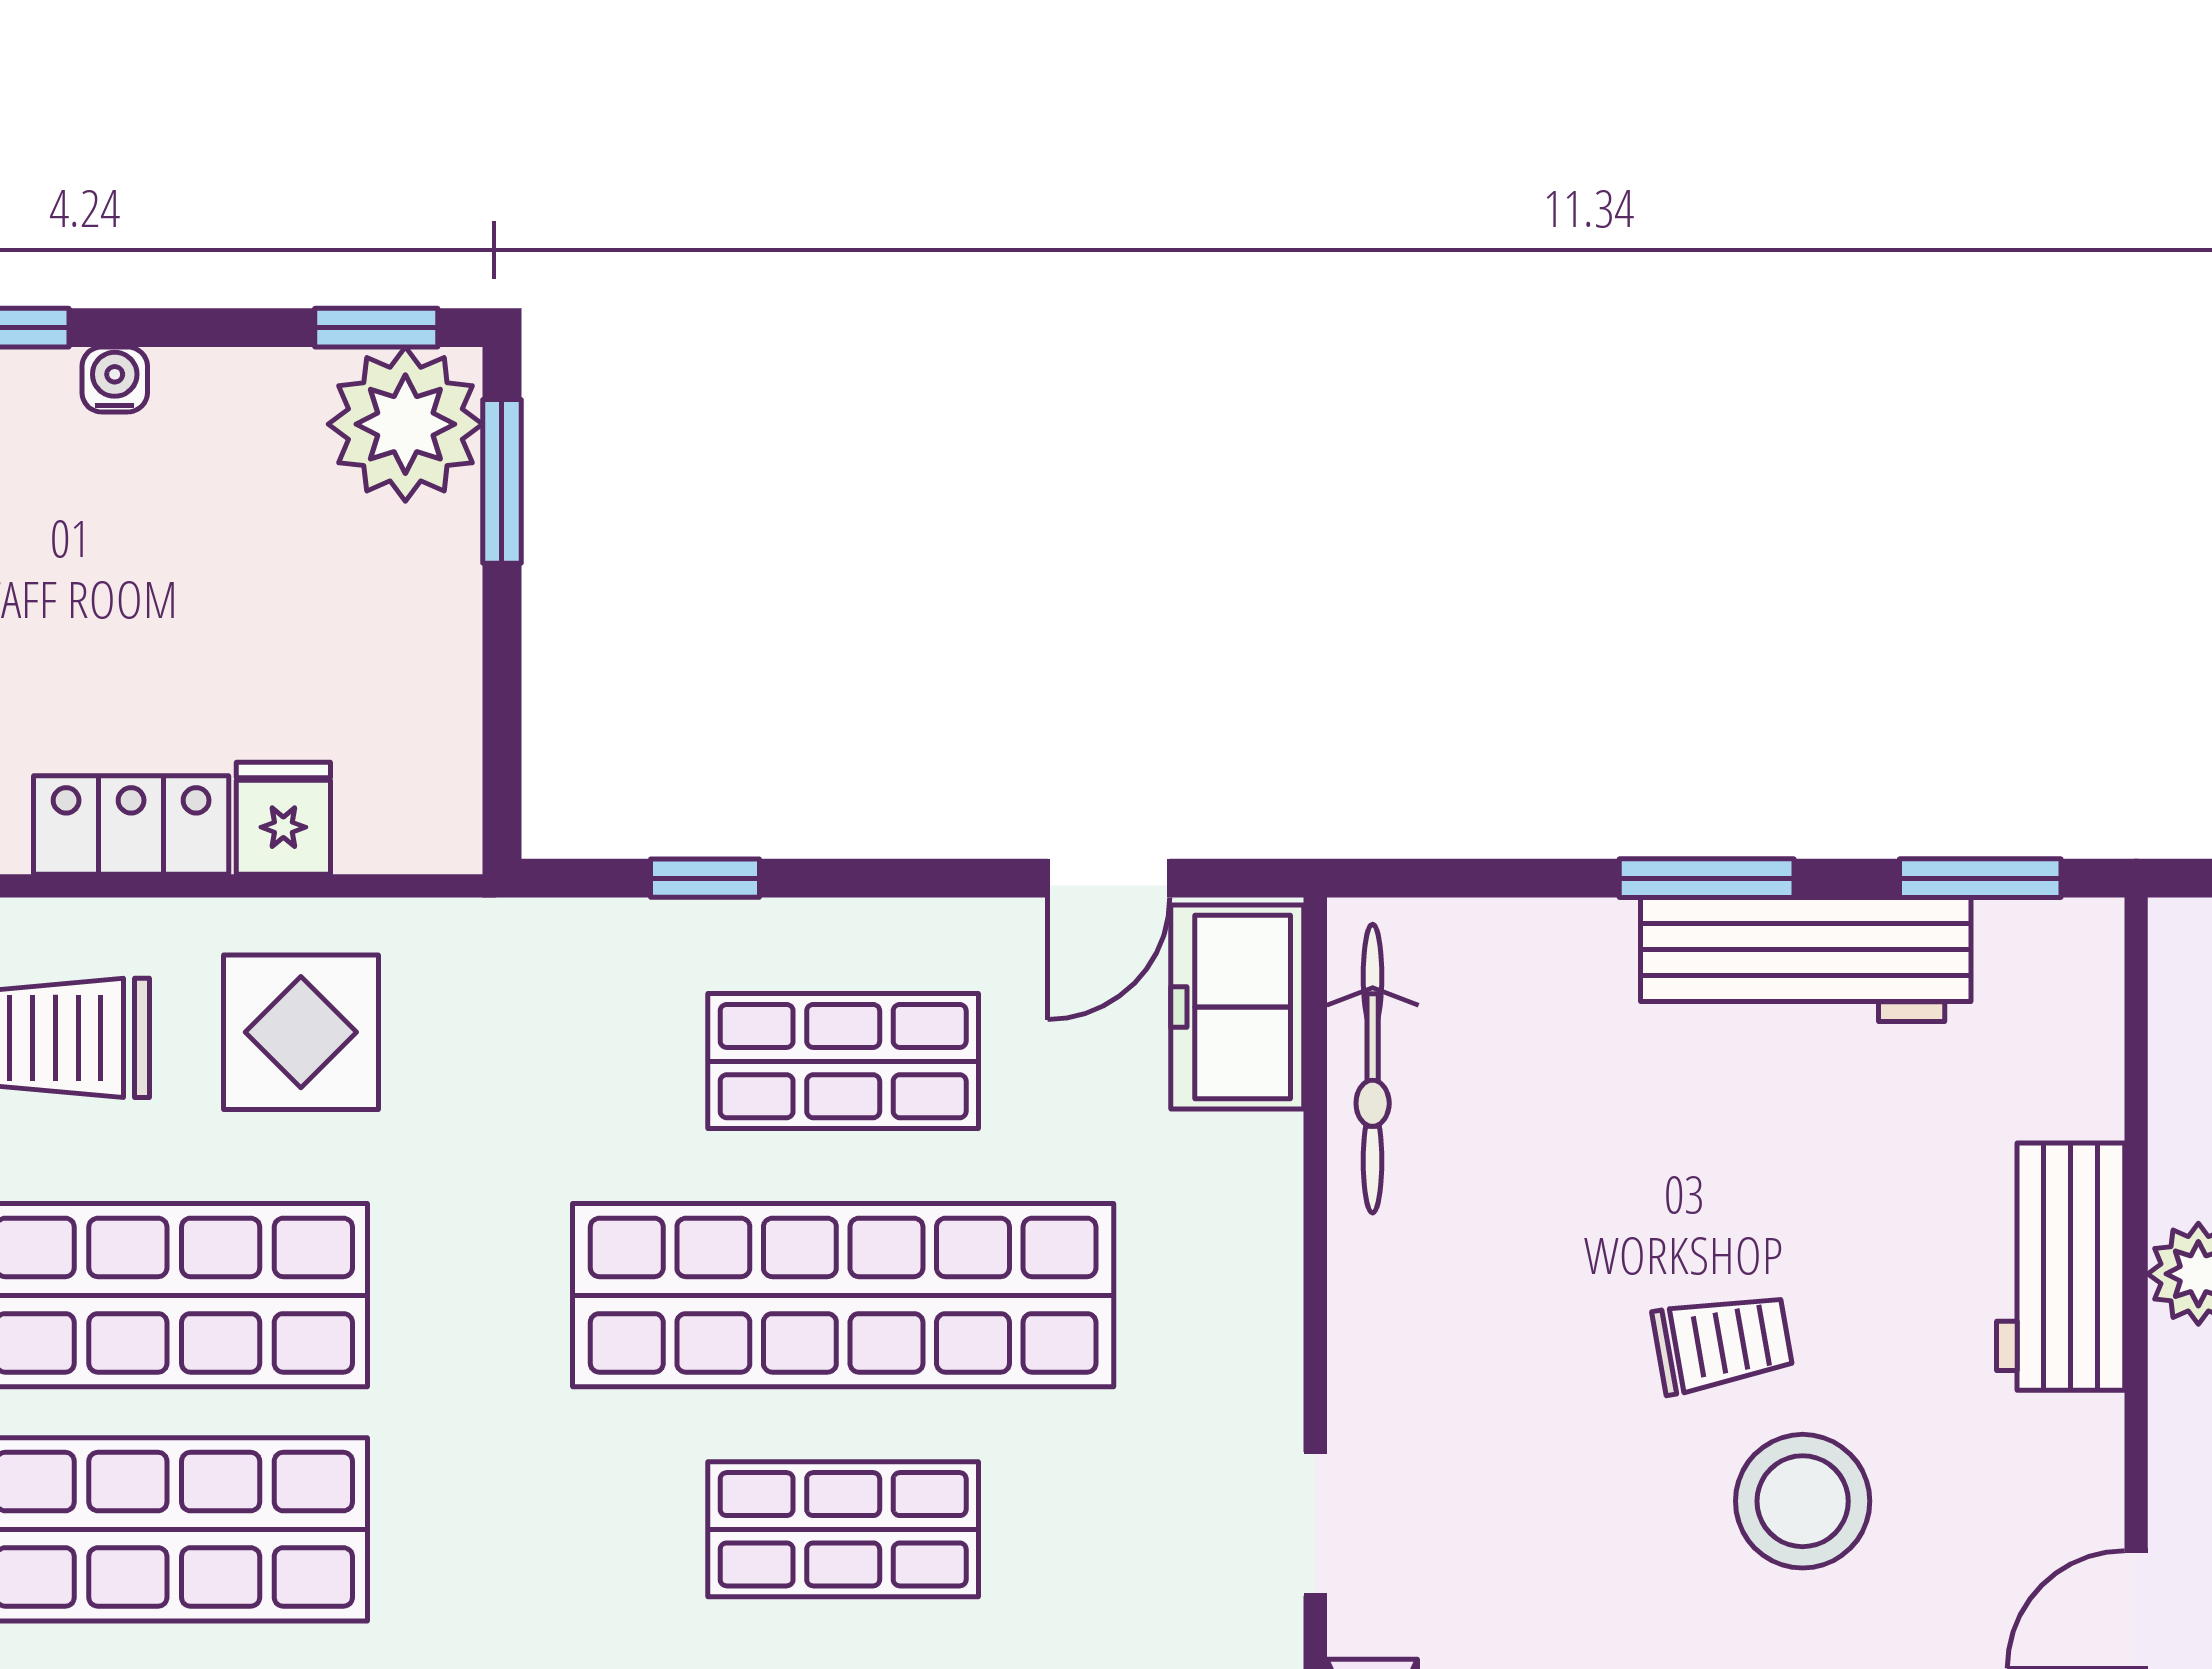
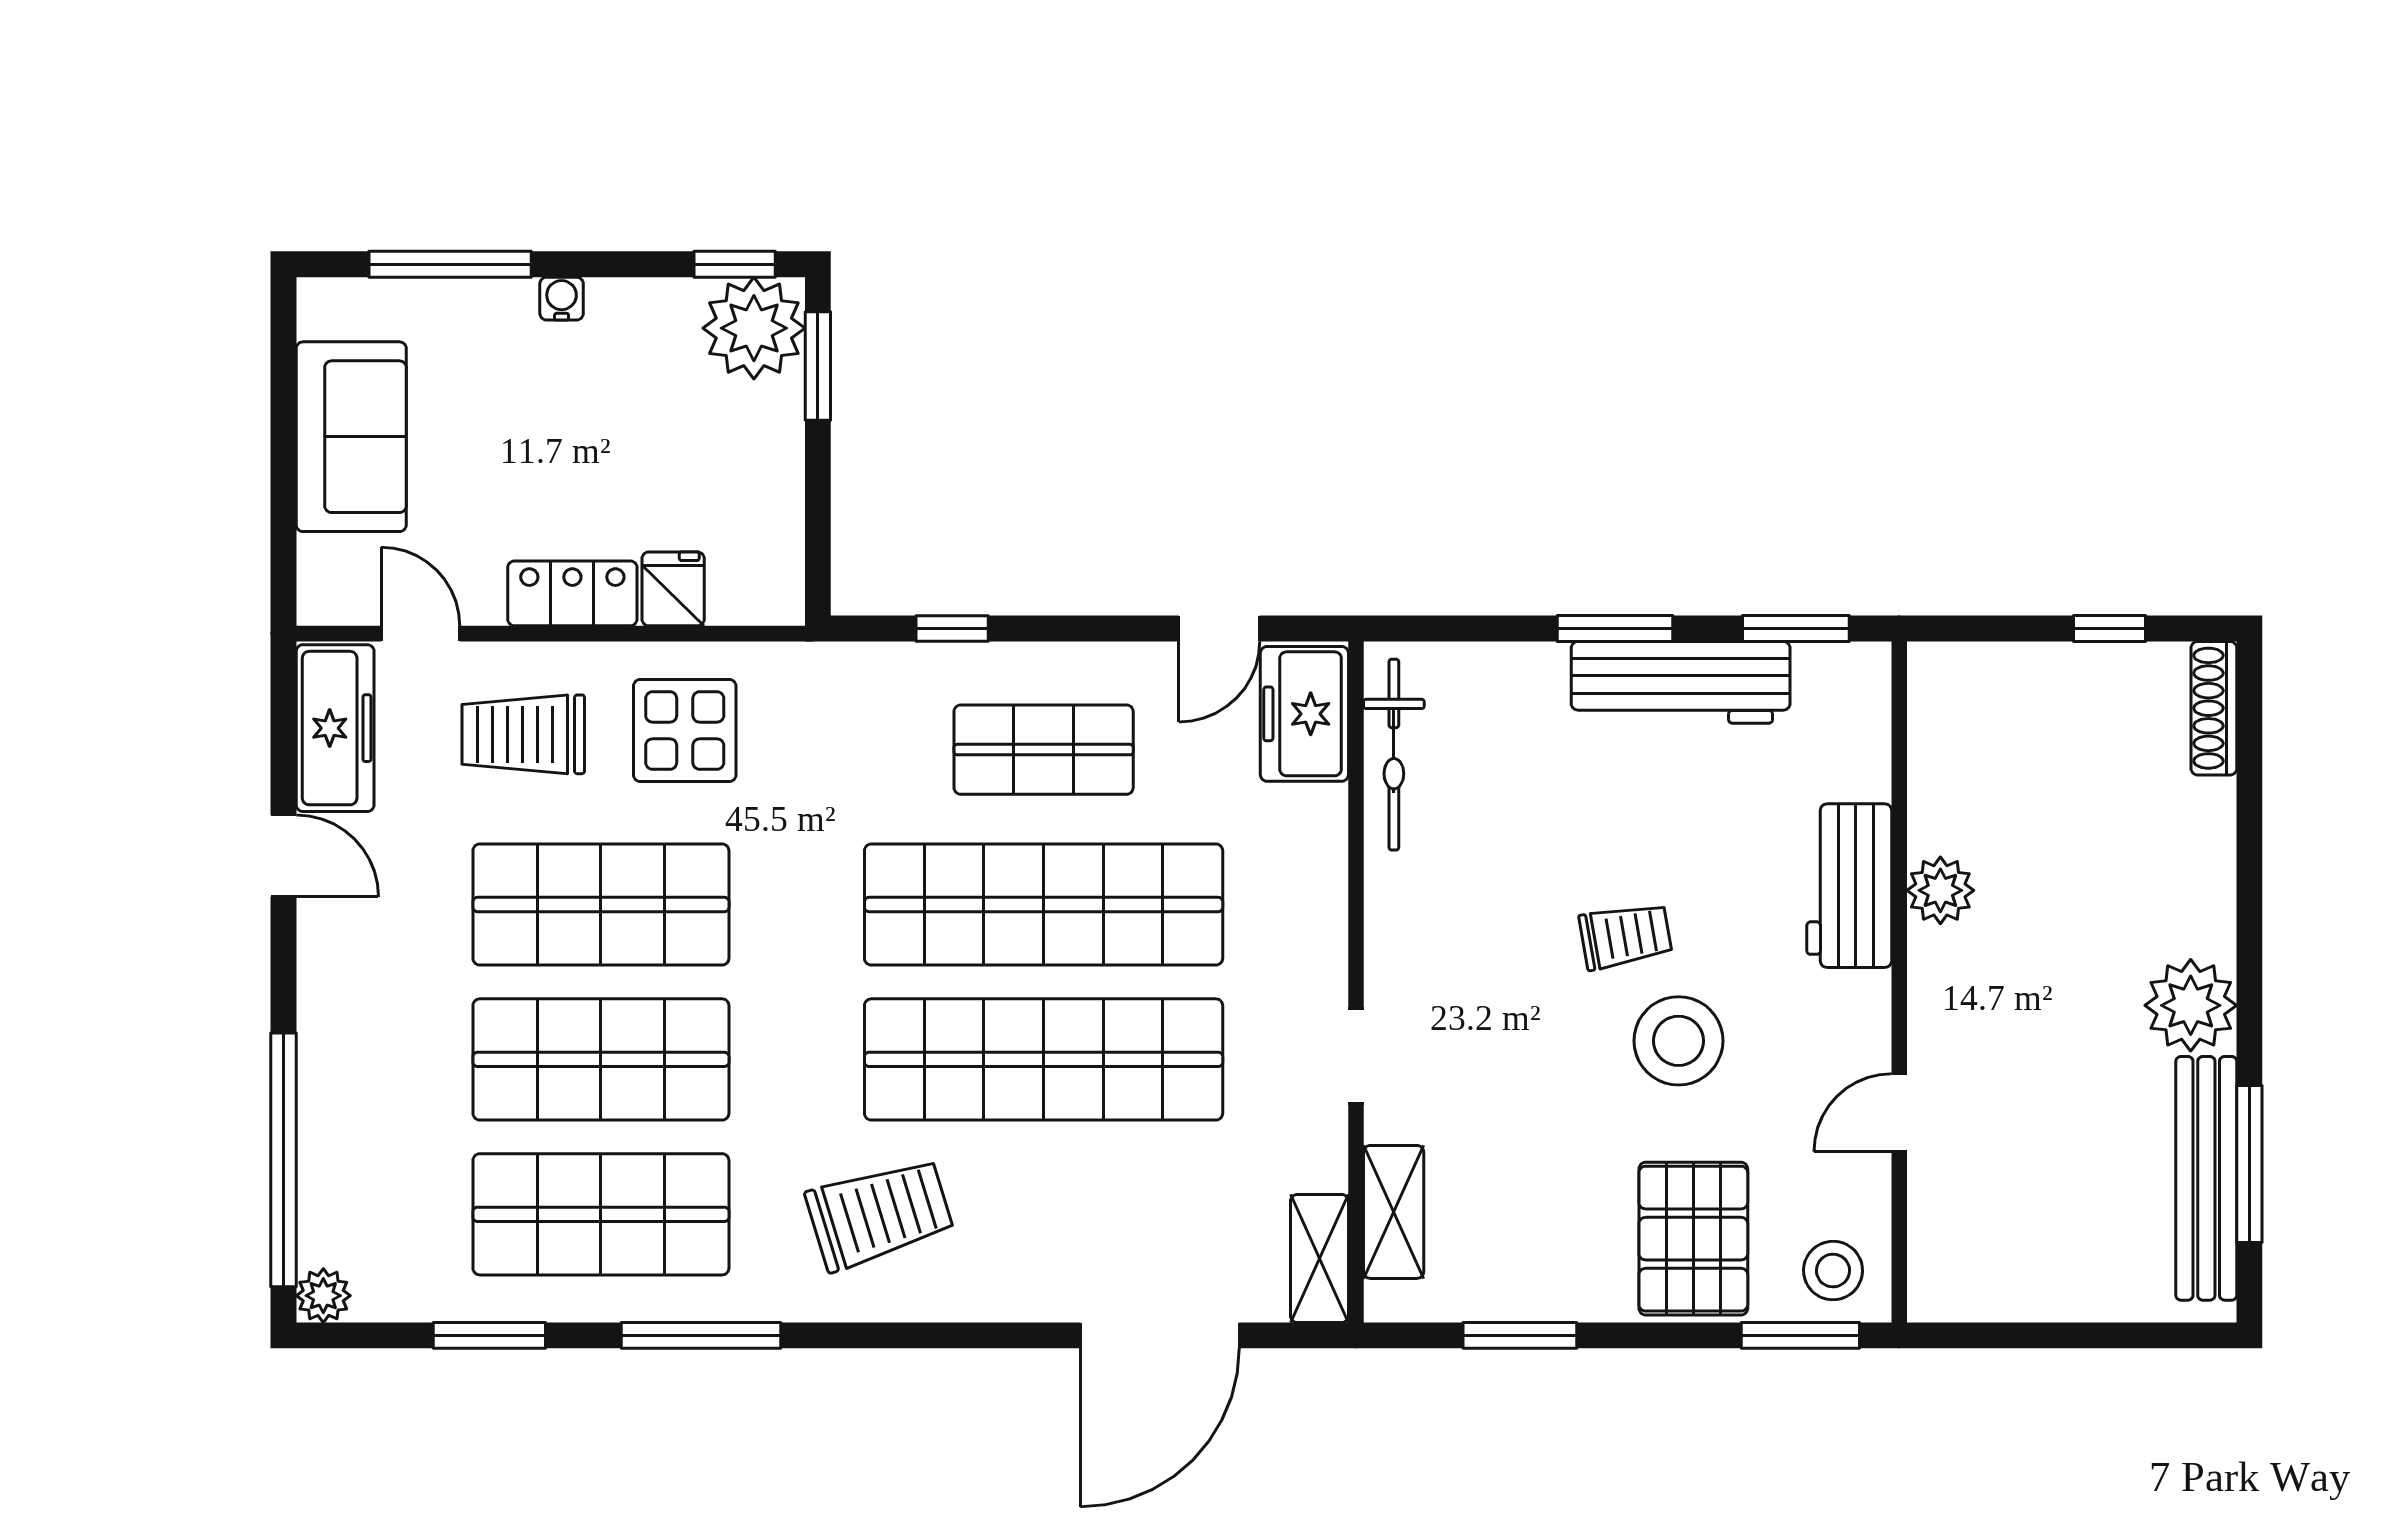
shop shelf: (843, 1529) -> (1044, 1059), width x2.00, depth x1.36

